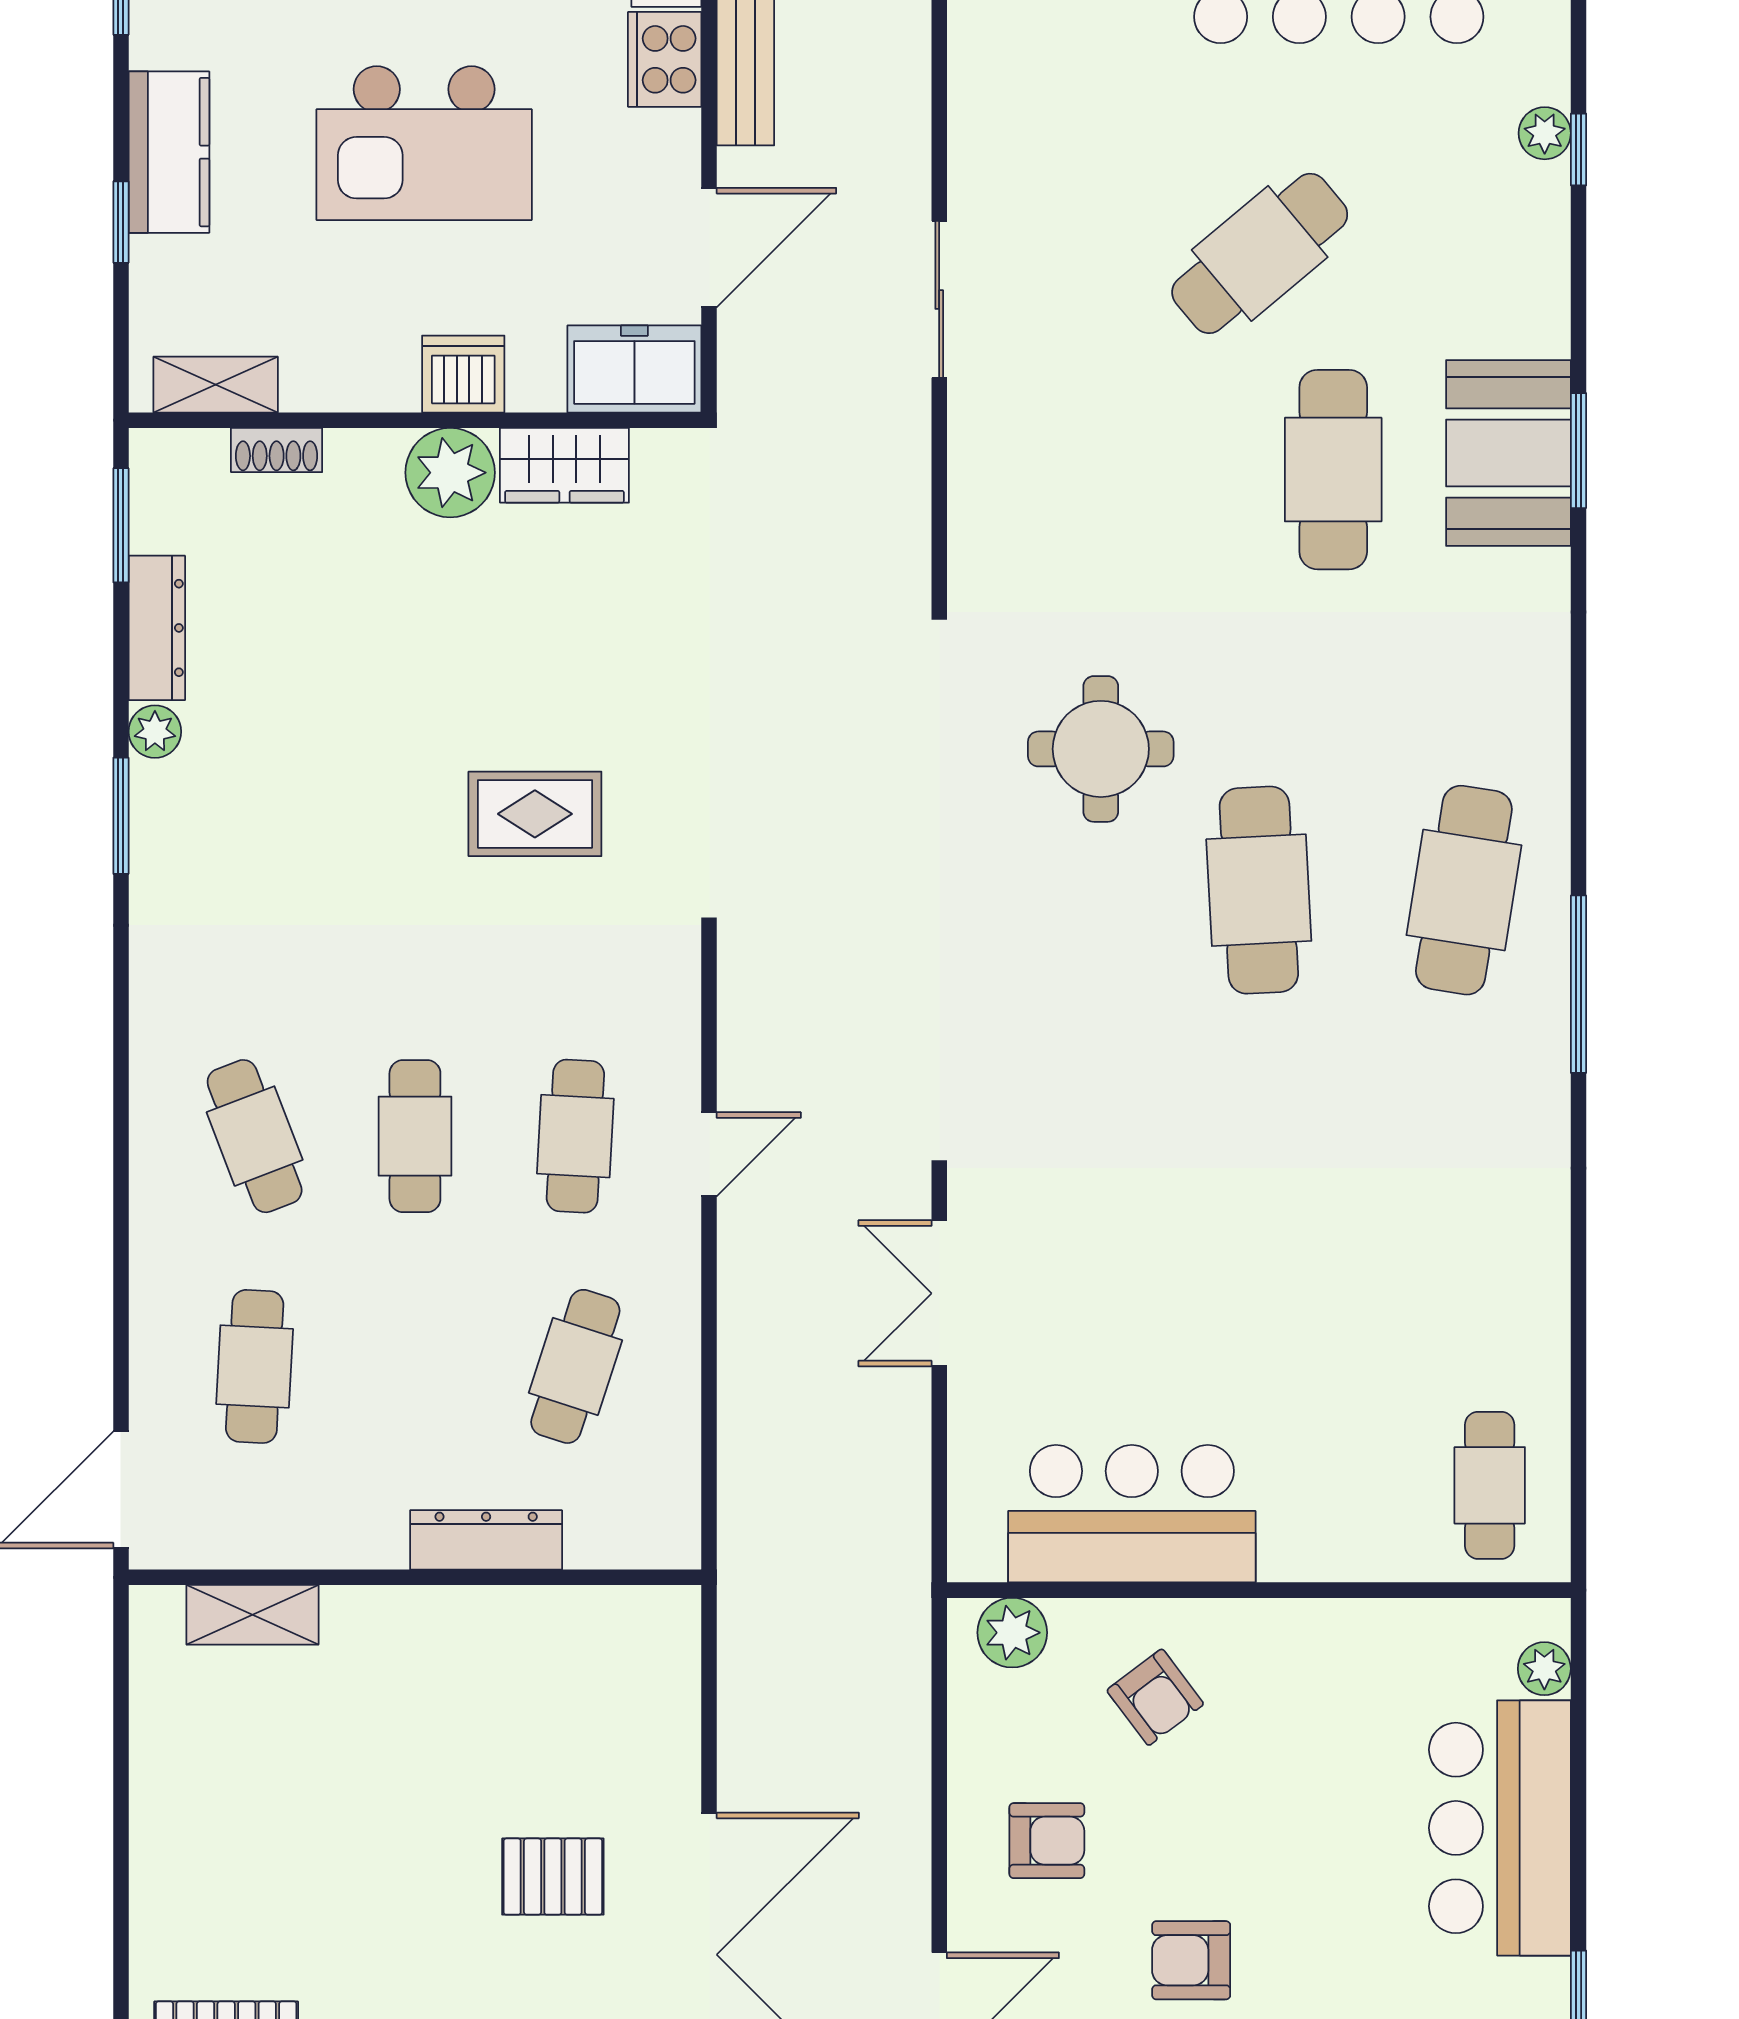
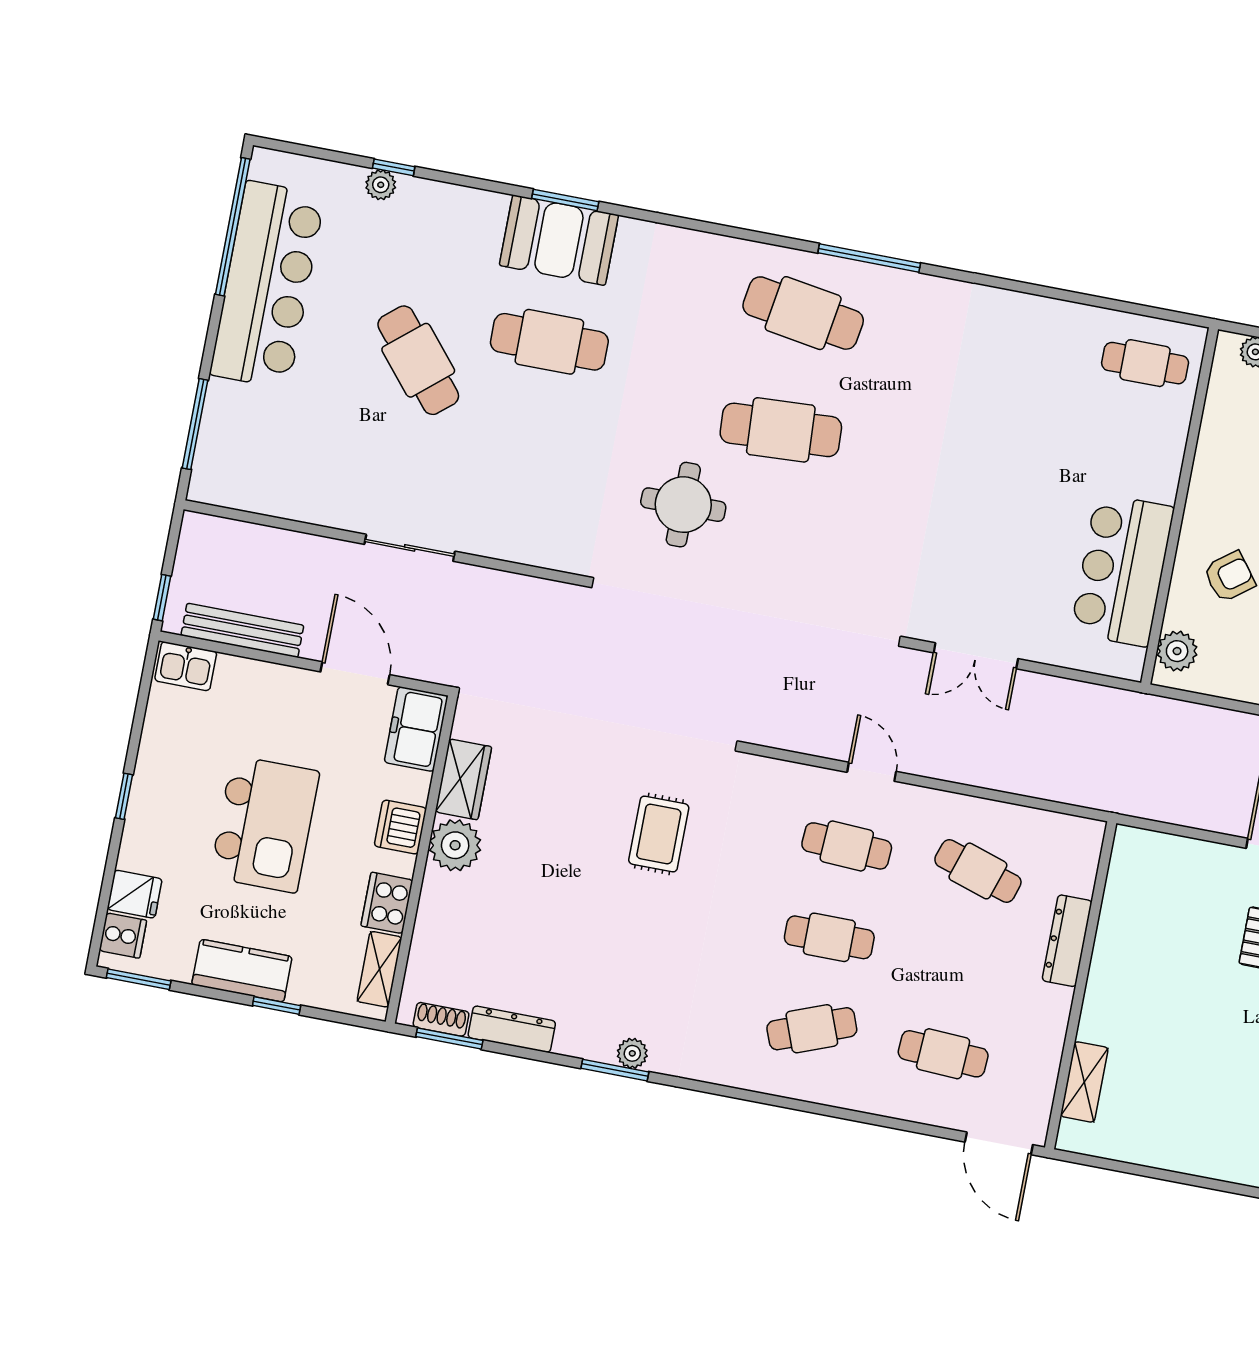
cooker: (665, 59) -> (387, 903), moved, turned 90
shoe rack: (277, 450) -> (441, 1019), moved, turned -90
plant: (155, 732) -> (632, 1053), moved

